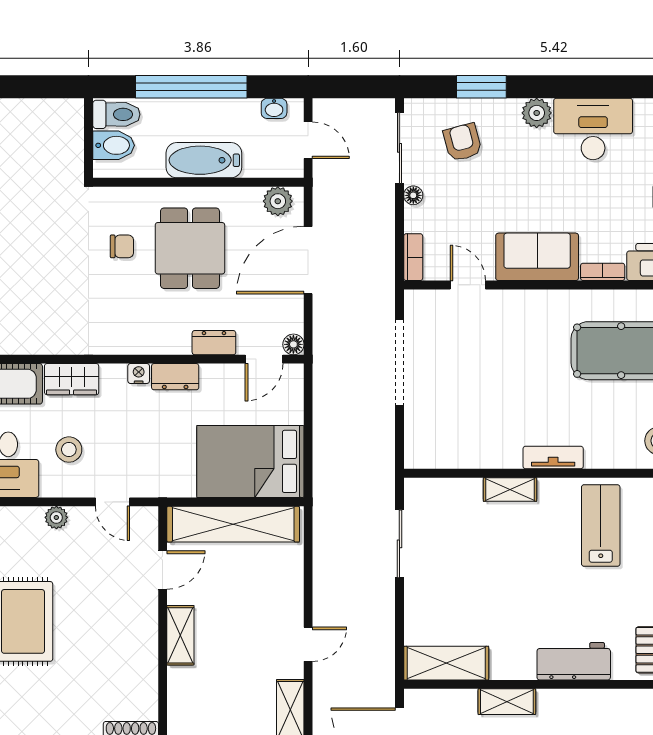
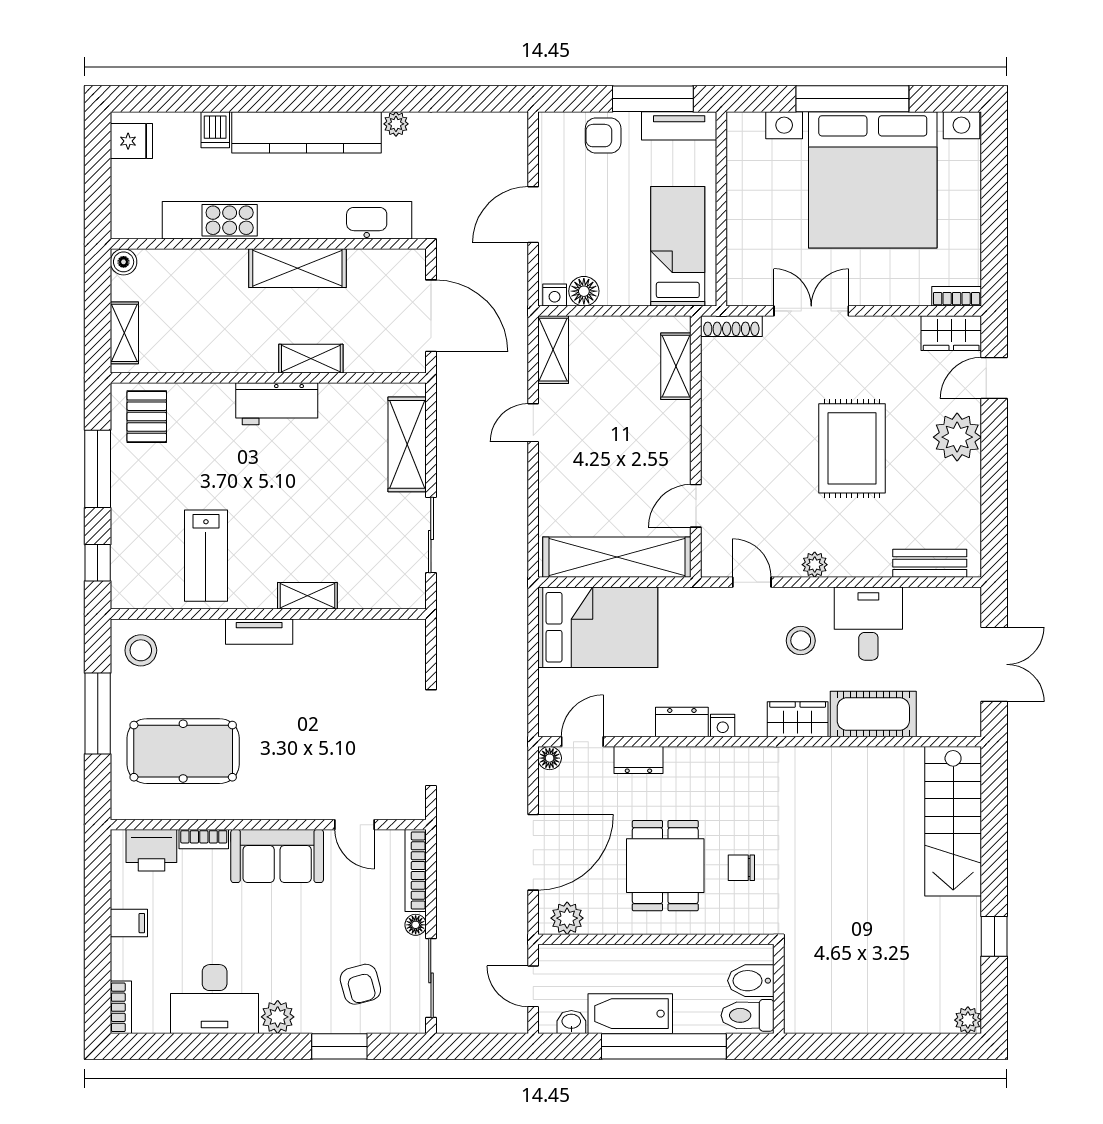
bathtub: (204, 160) -> (630, 1014), moved, turned 180
bookcase: (413, 257) -> (416, 870), width x1.56
shelving: (180, 635) -> (676, 366), moved
workbench: (574, 661) -> (277, 404), moved
shelving: (446, 663) -> (407, 444), moved, turned 90

